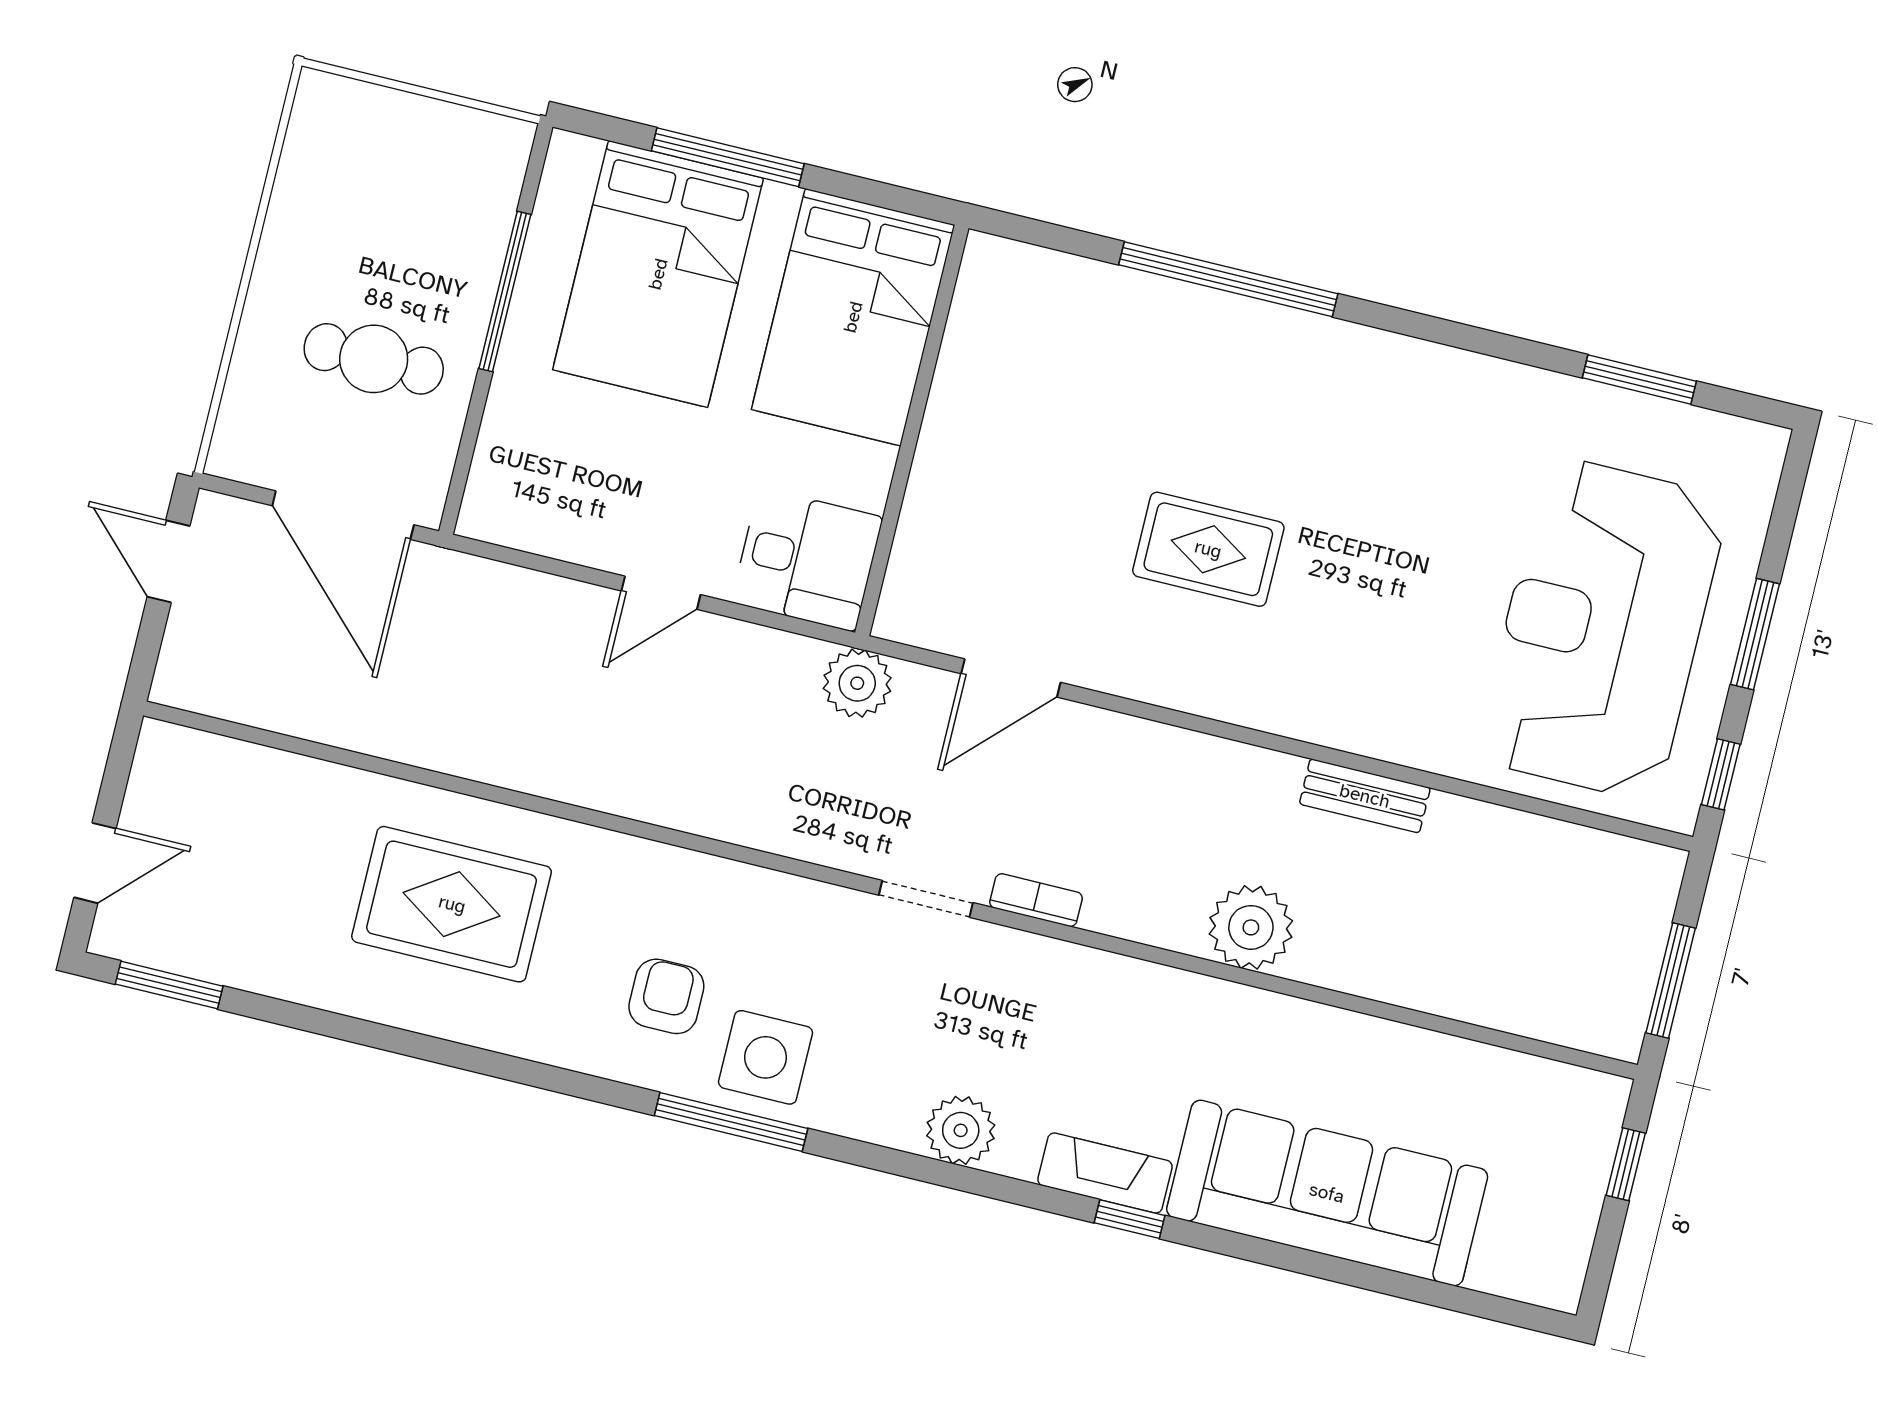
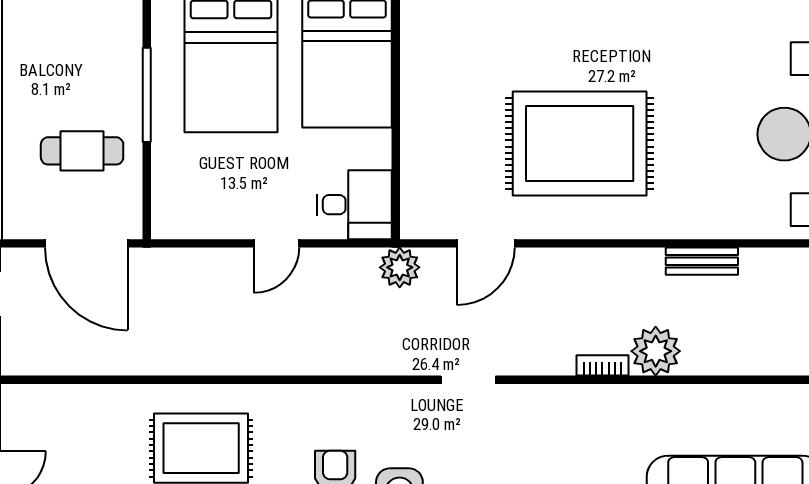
rug: (1208, 549) -> (580, 143), width x1.86, depth x2.06
bookcase: (1036, 900) -> (602, 365), moved

